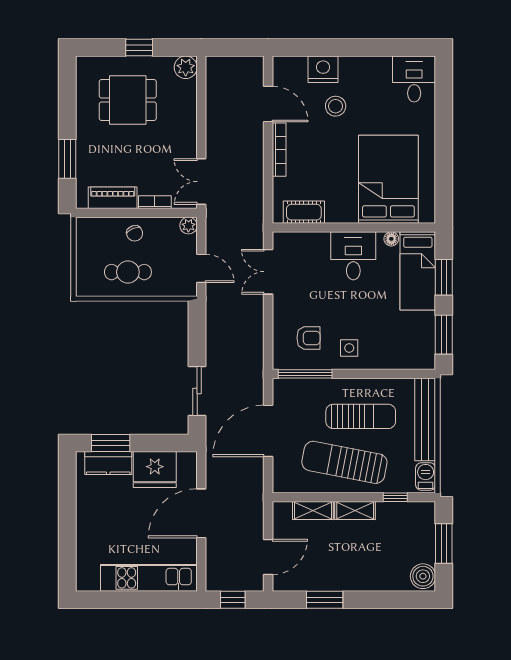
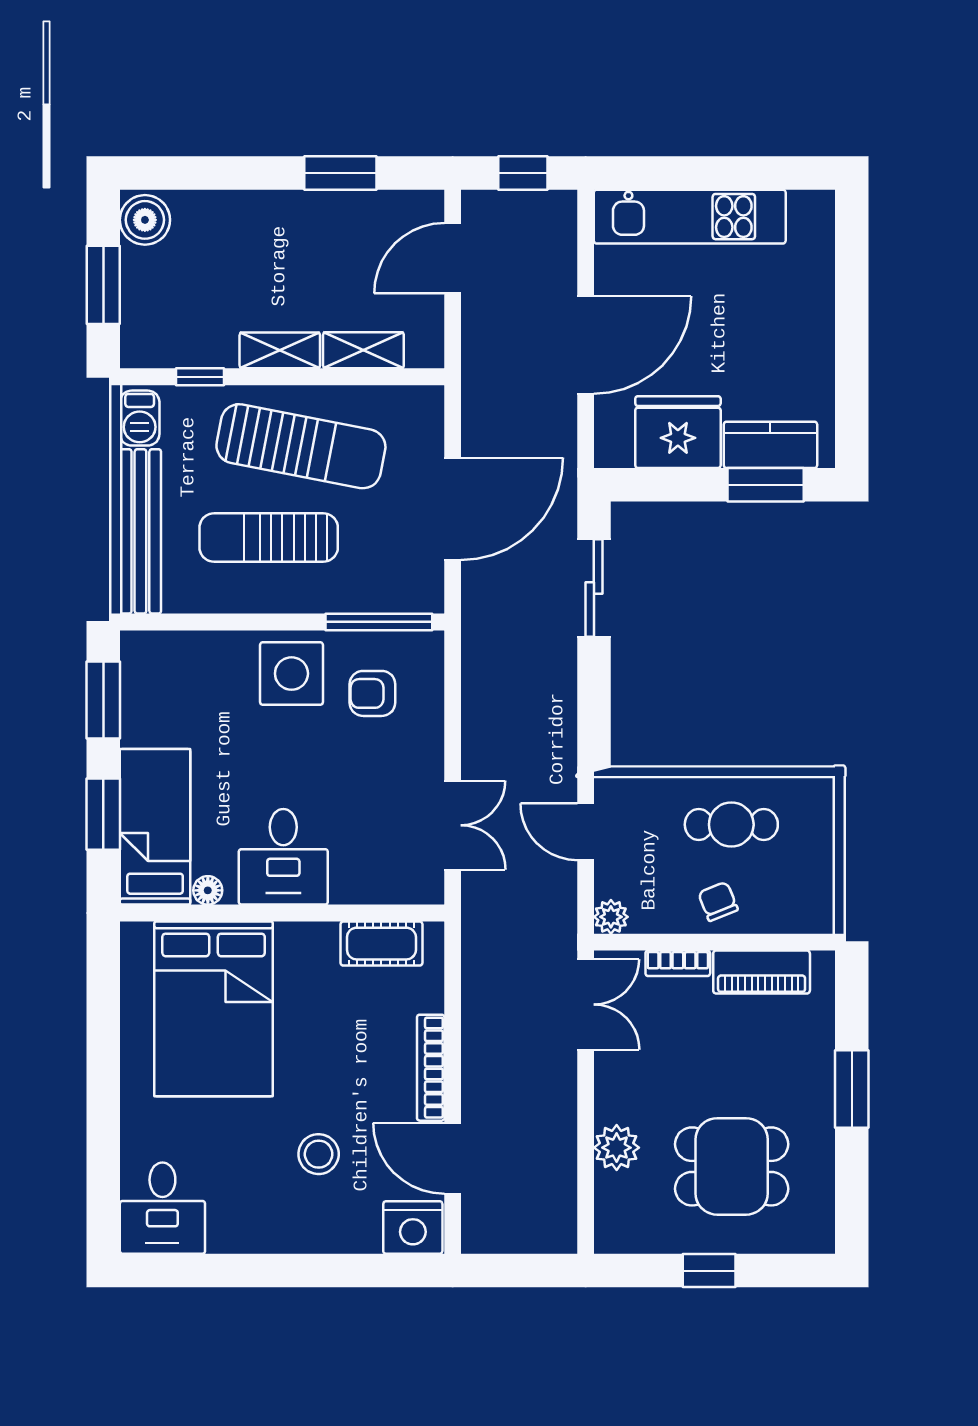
plant: (186, 67) -> (617, 1148), moved
nightstand: (323, 69) -> (413, 1228), moved
window: (67, 159) -> (852, 1089), moved
side table: (349, 348) -> (291, 674), width x1.87, depth x1.87

